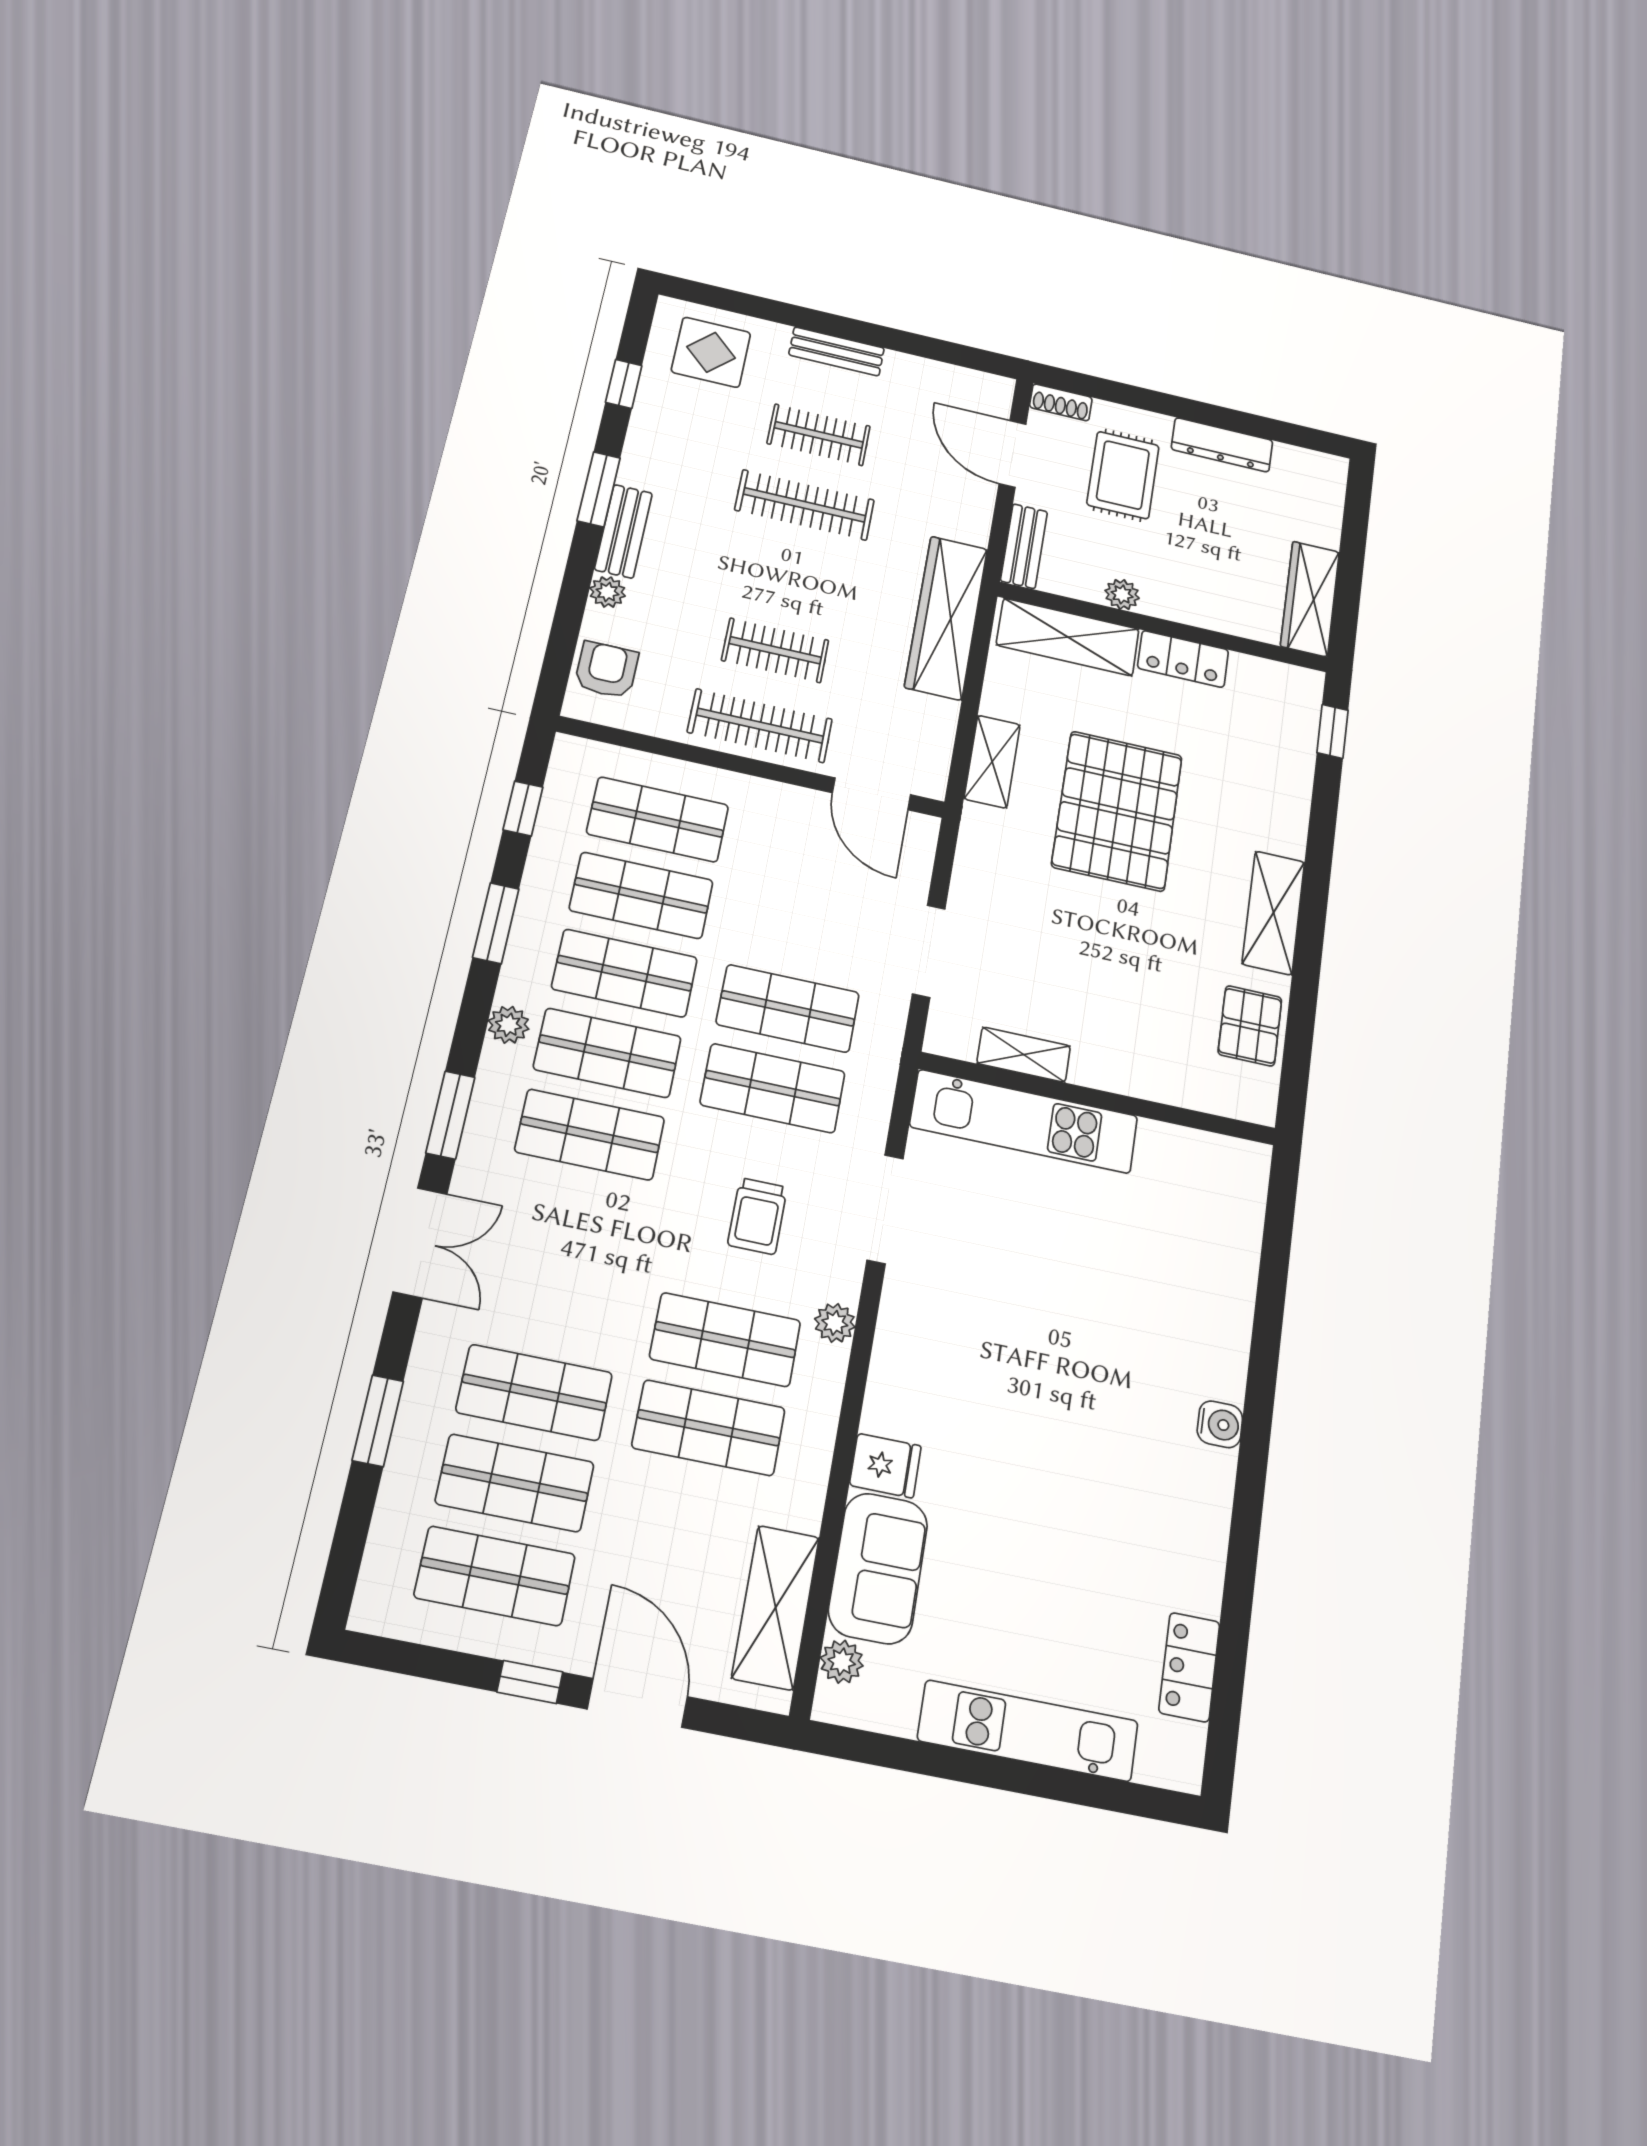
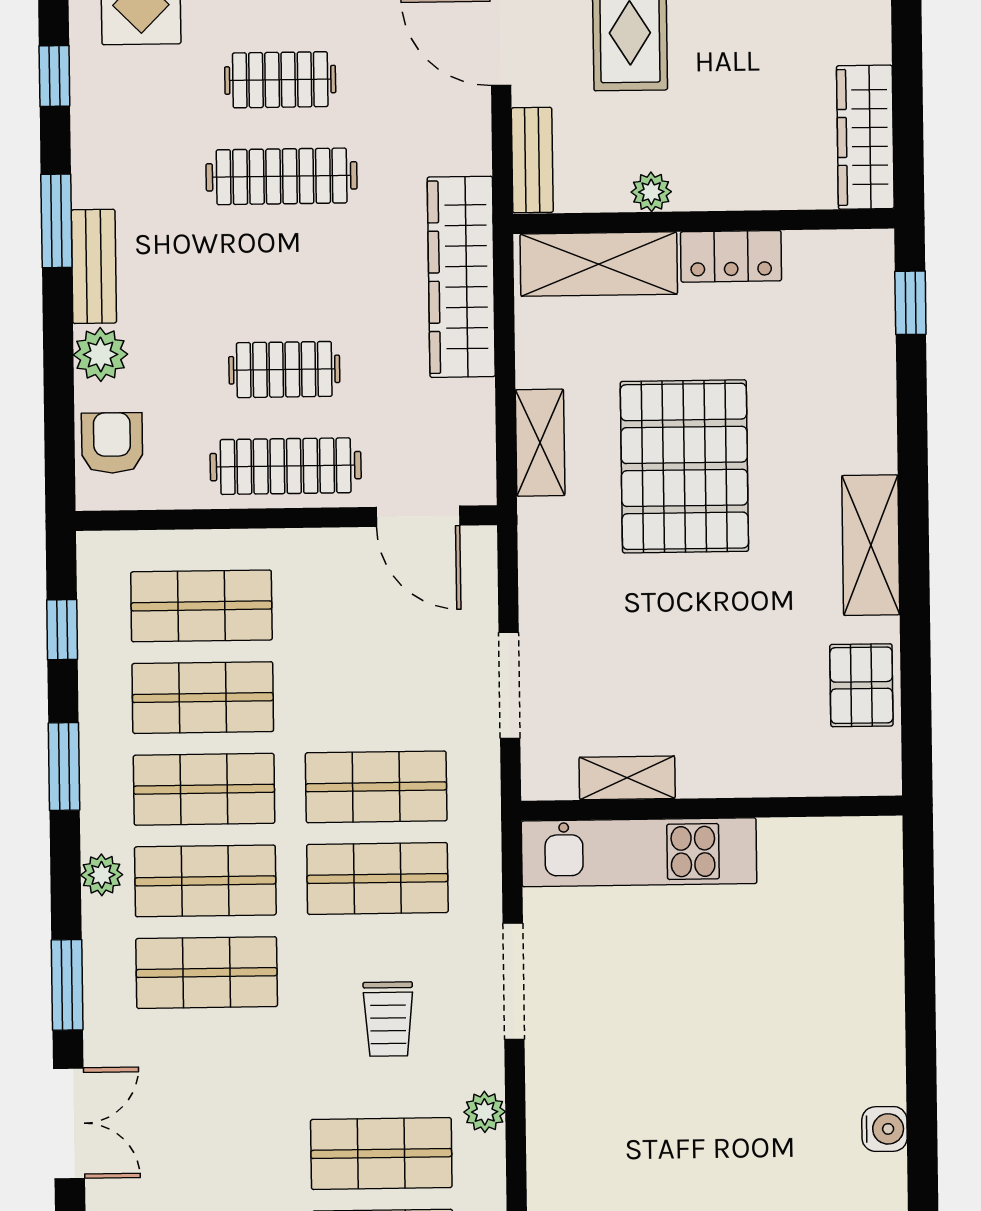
plant: (608, 592) -> (101, 354), width x1.38, depth x1.38

